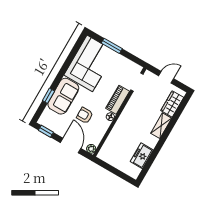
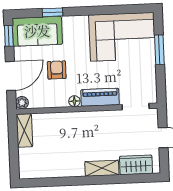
sofa: (63, 96) -> (37, 31), moved
freezer: (142, 156) -> (52, 168), removed
shelving: (109, 158) -> (24, 130), added

